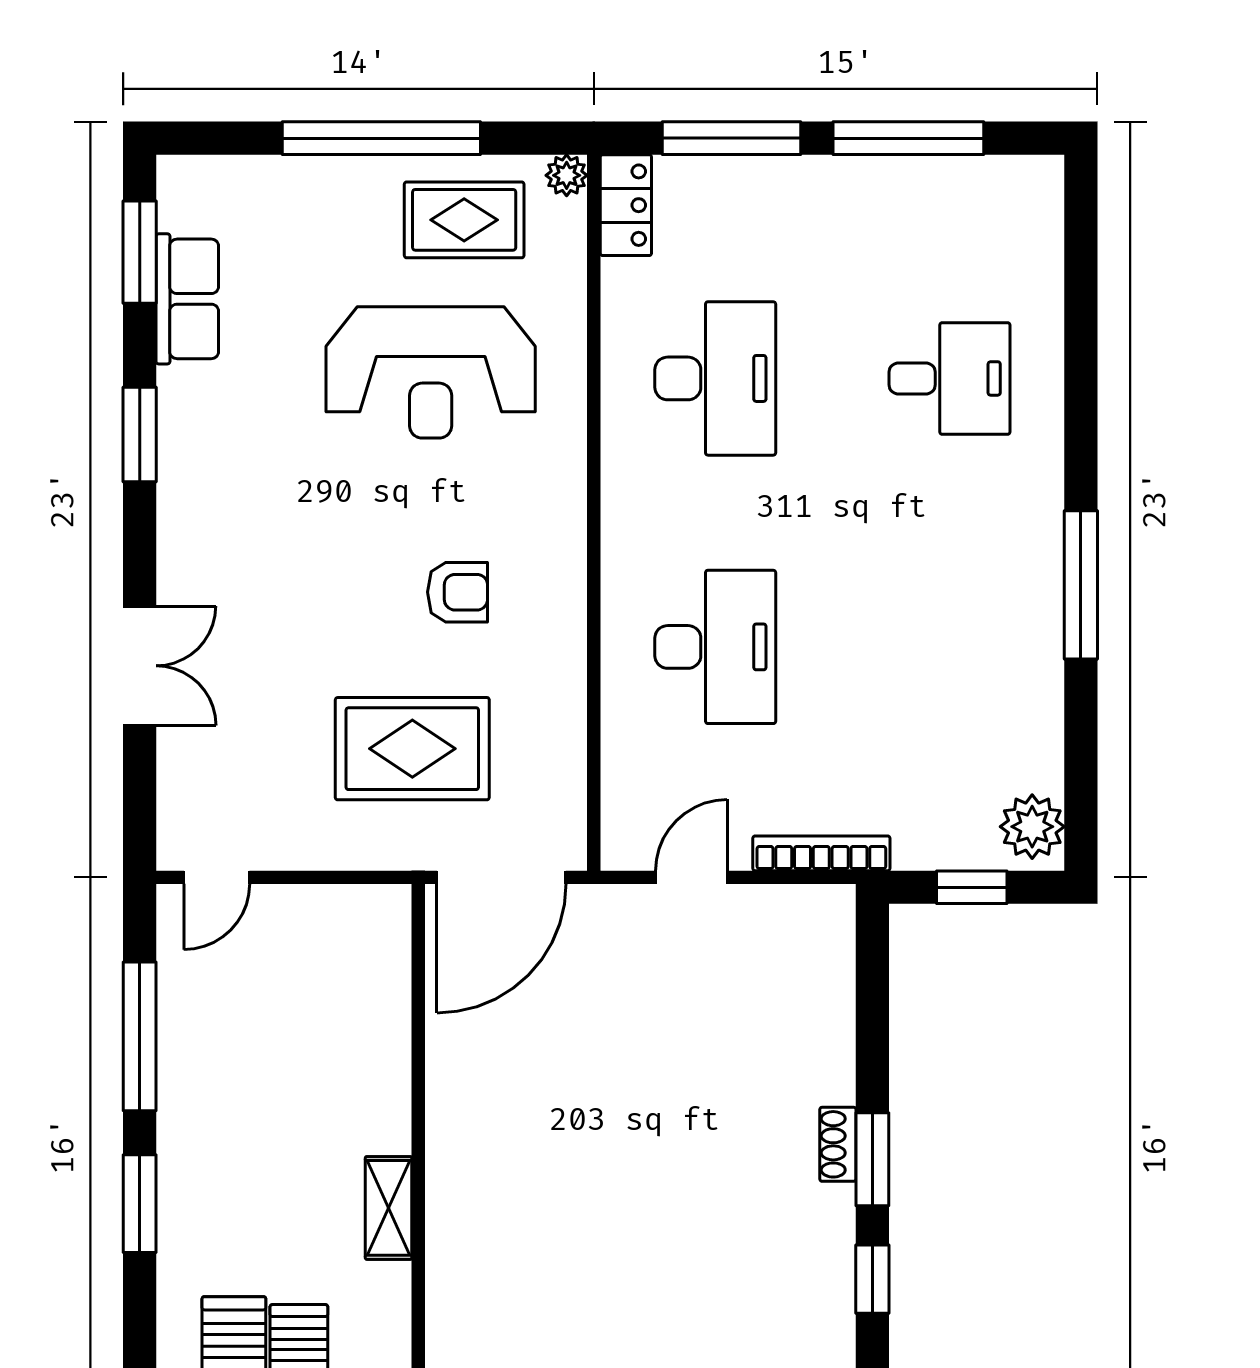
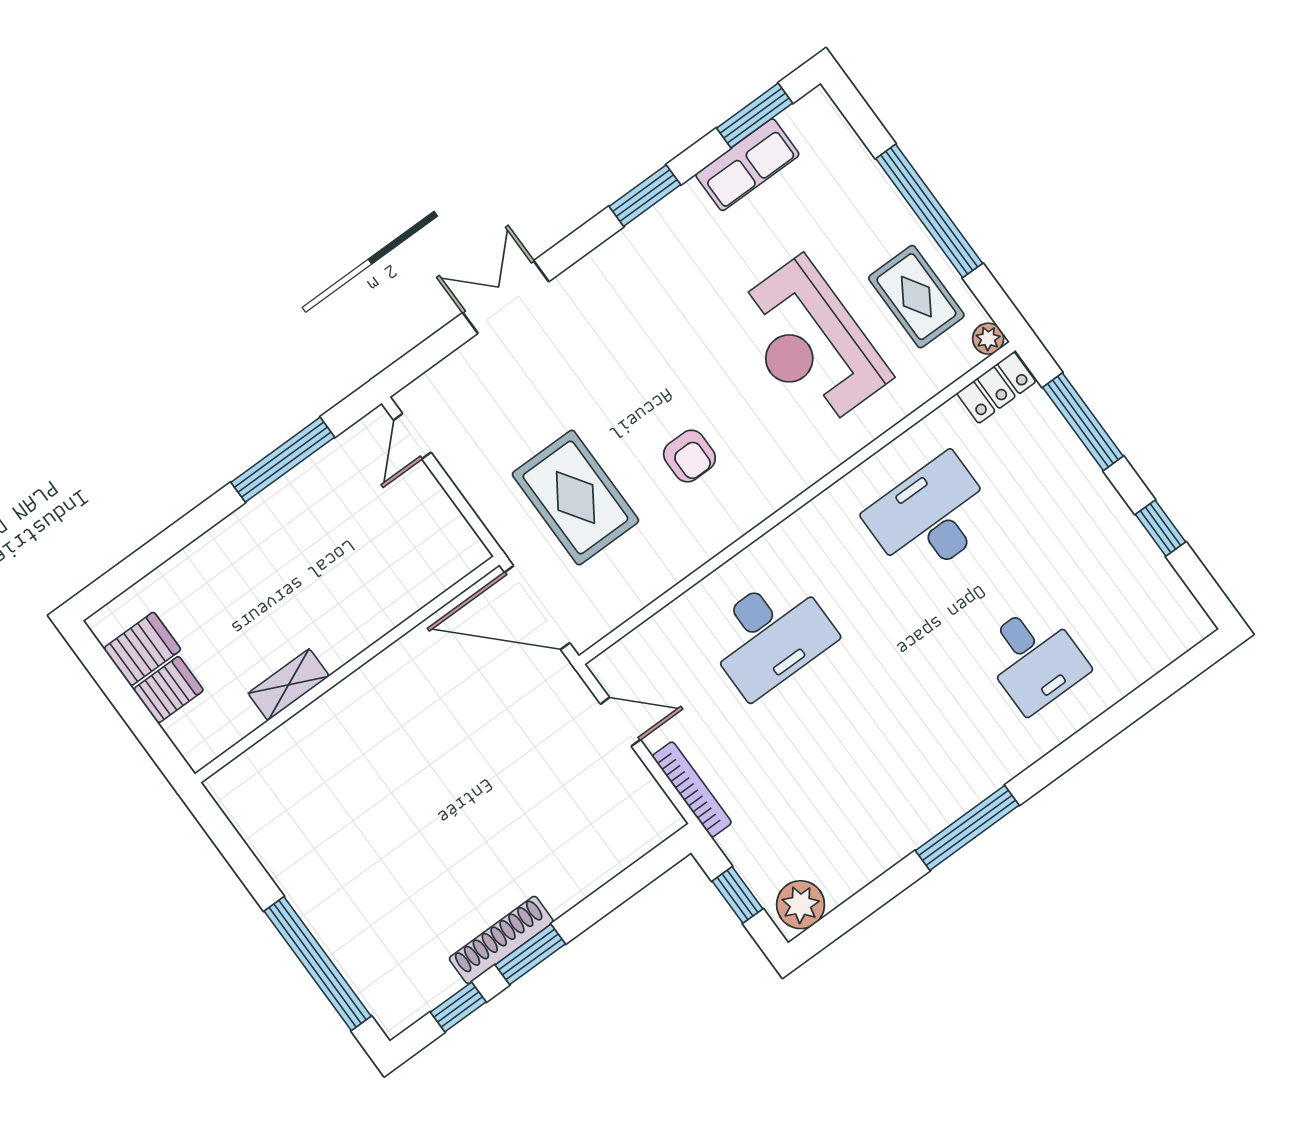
window: (908, 138) -> (1160, 528), width x0.46
desk: (715, 378) -> (931, 517), turned 180
double door: (140, 666) -> (506, 297), swing flipped
door: (217, 877) -> (412, 436), hinge flipped
shoe rack: (838, 1144) -> (501, 940), width x1.94, depth x1.24
window: (140, 1204) -> (182, 533), removed

